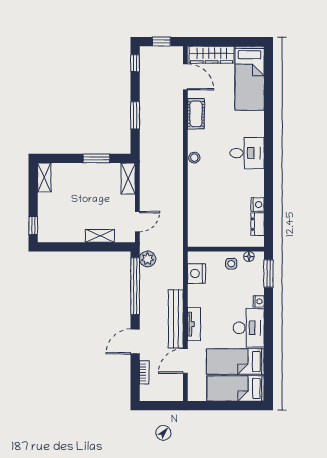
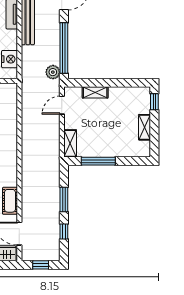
window: (135, 63) -> (64, 232), moved
window: (96, 158) -> (98, 161), width x1.44
stool: (194, 158) -> (11, 162), removed
shelving: (44, 177) -> (145, 127), moved

